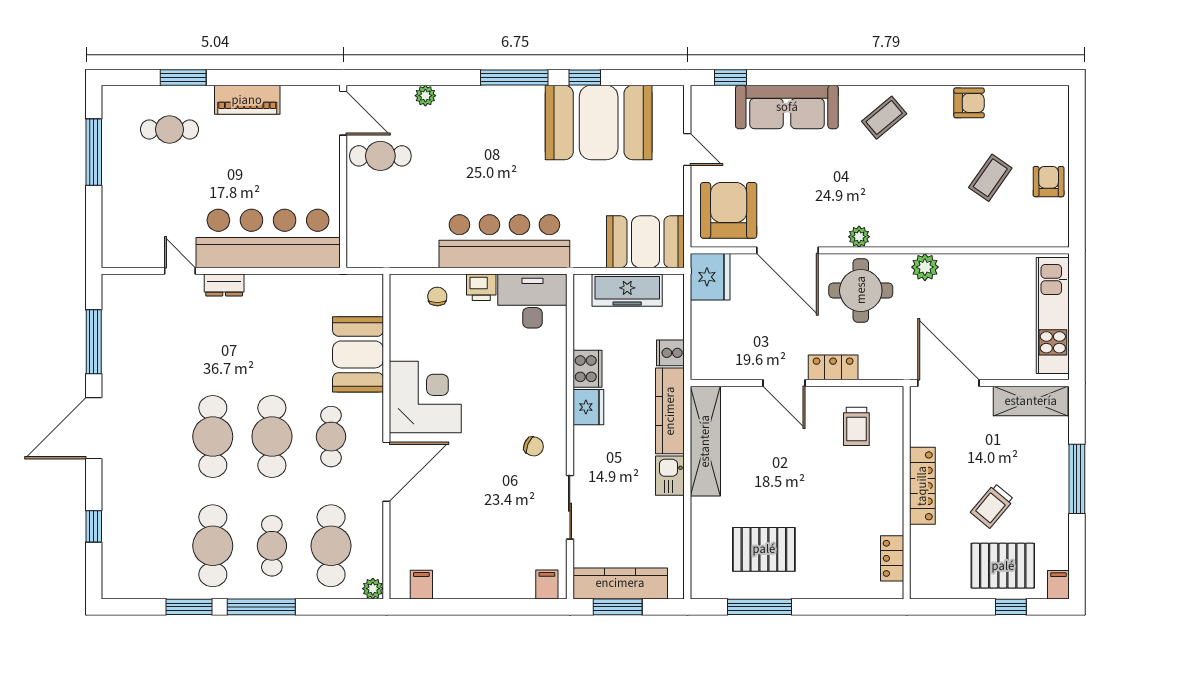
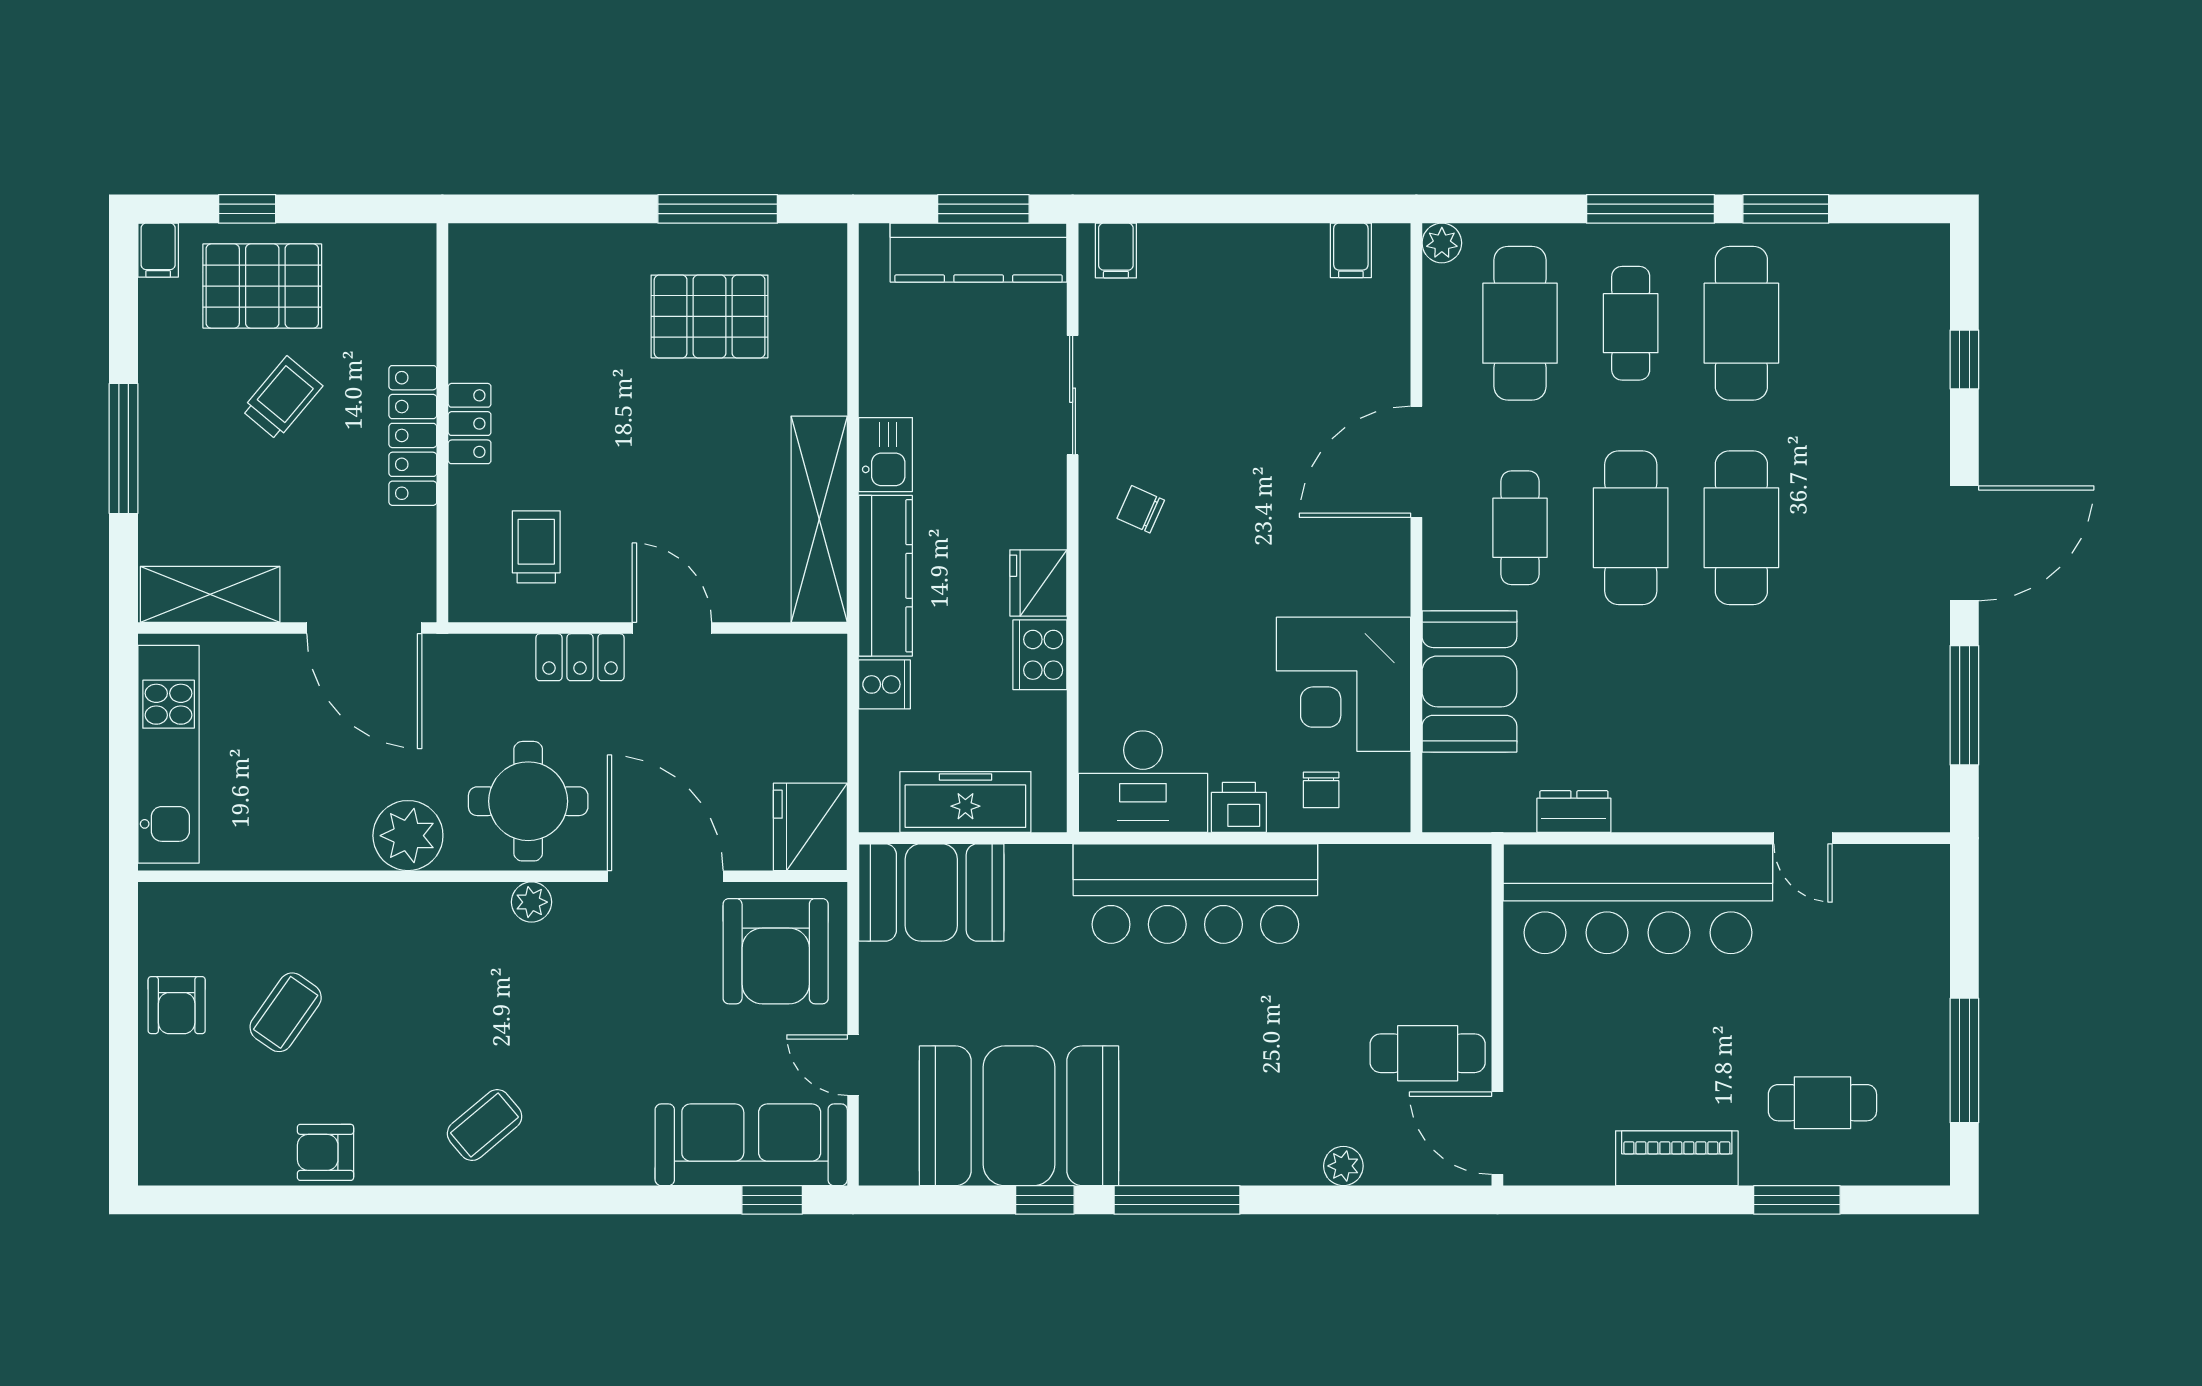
sofa: (787, 107) -> (751, 1145), moved
plant: (925, 267) -> (408, 836), width x1.36, depth x1.36
dresser: (224, 285) -> (1574, 812), moved
corner desk: (425, 397) -> (1344, 684), moved
locker: (892, 558) -> (470, 424), moved

